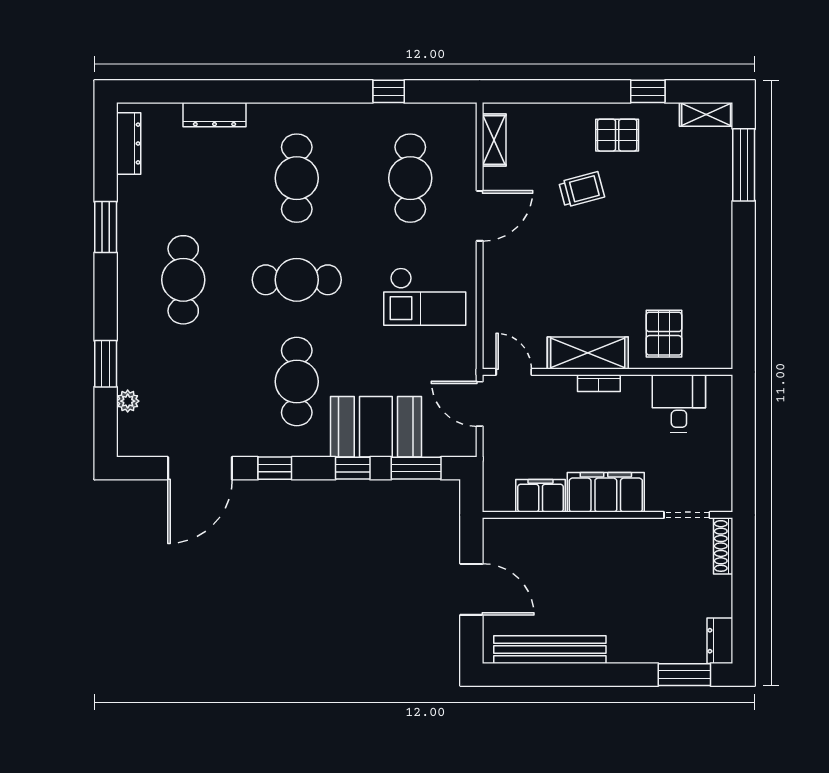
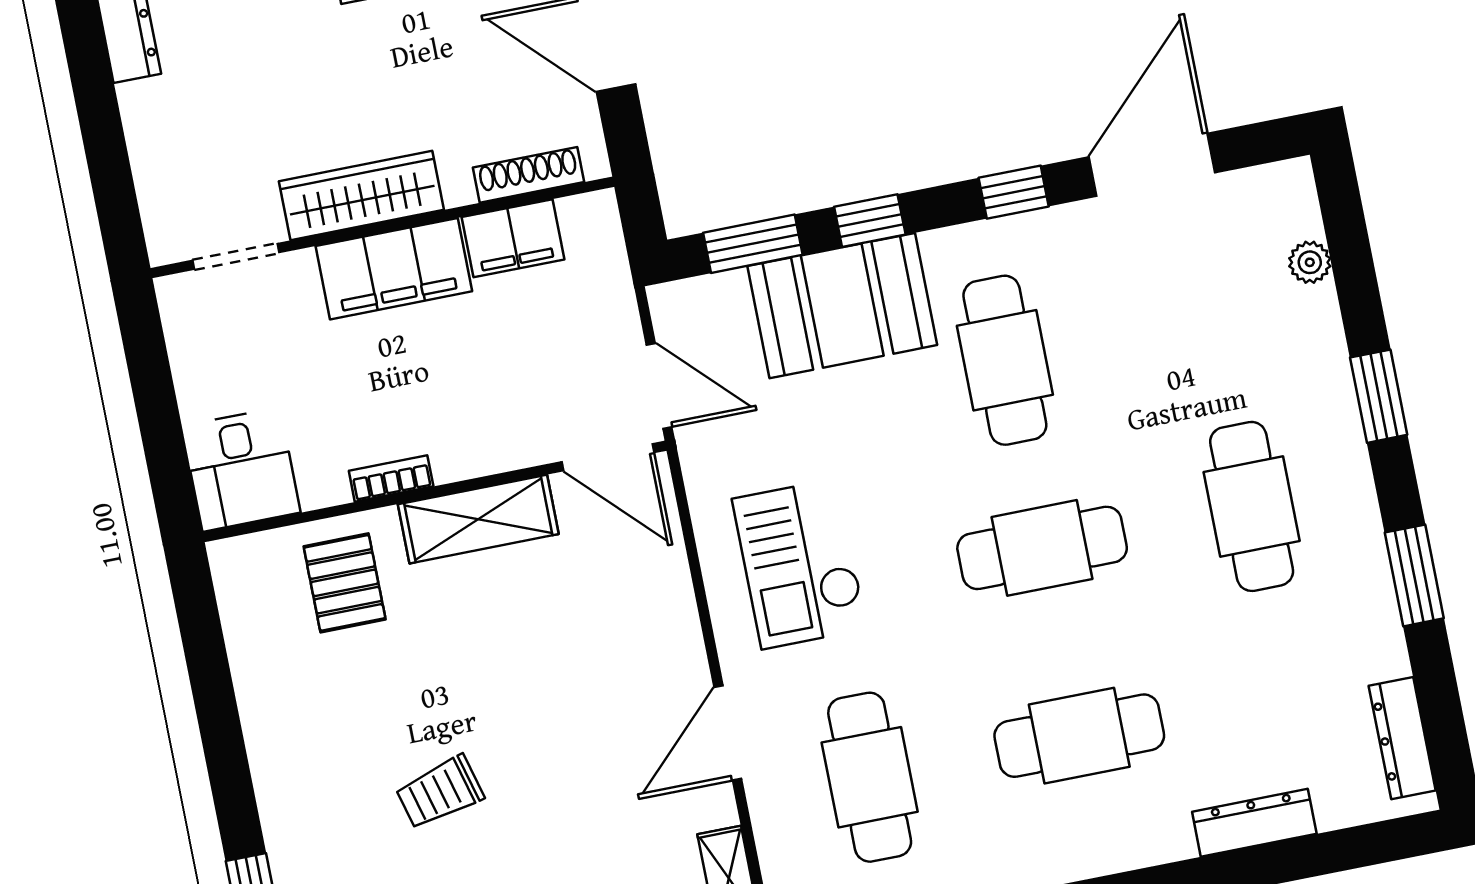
cafe table: (297, 178) -> (1079, 736), turned 90
trolley: (582, 189) -> (440, 792), moved
checkout: (425, 297) -> (800, 564), turned -90
window: (106, 364) -> (1379, 396), moved
door: (514, 372) -> (608, 457), width x1.38
bookcase: (599, 383) -> (391, 479), moved
desk: (679, 403) -> (241, 470), moved
wardrobe: (615, 534) -> (361, 196), added
shoe rack: (723, 546) -> (529, 175), moved, turned -90

